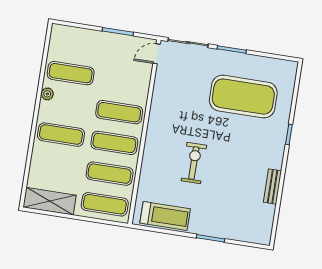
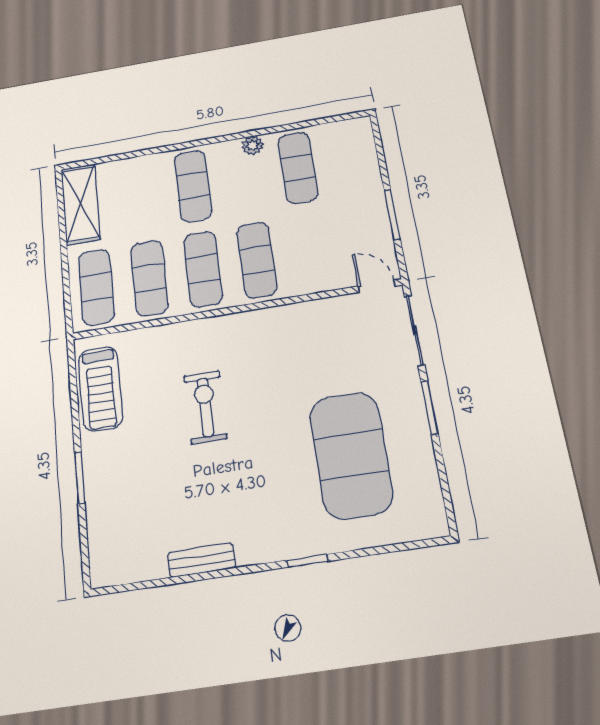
exercise bike: (194, 163) -> (205, 407), turned -90

